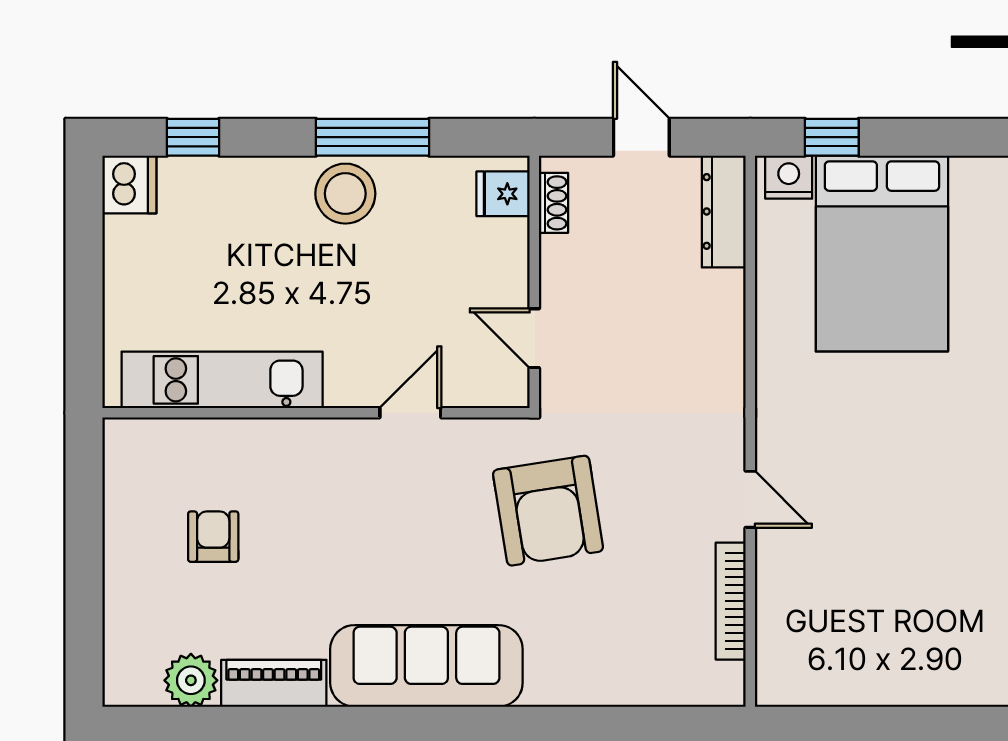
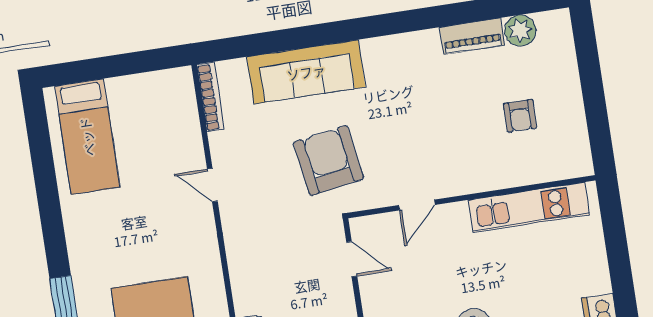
bookcase: (731, 601) -> (210, 97), moved
bed: (949, 613) -> (87, 137), added
sofa: (426, 666) -> (306, 72), moved

